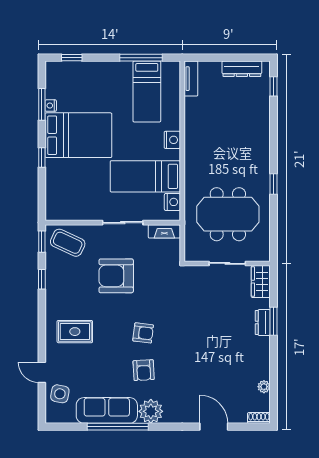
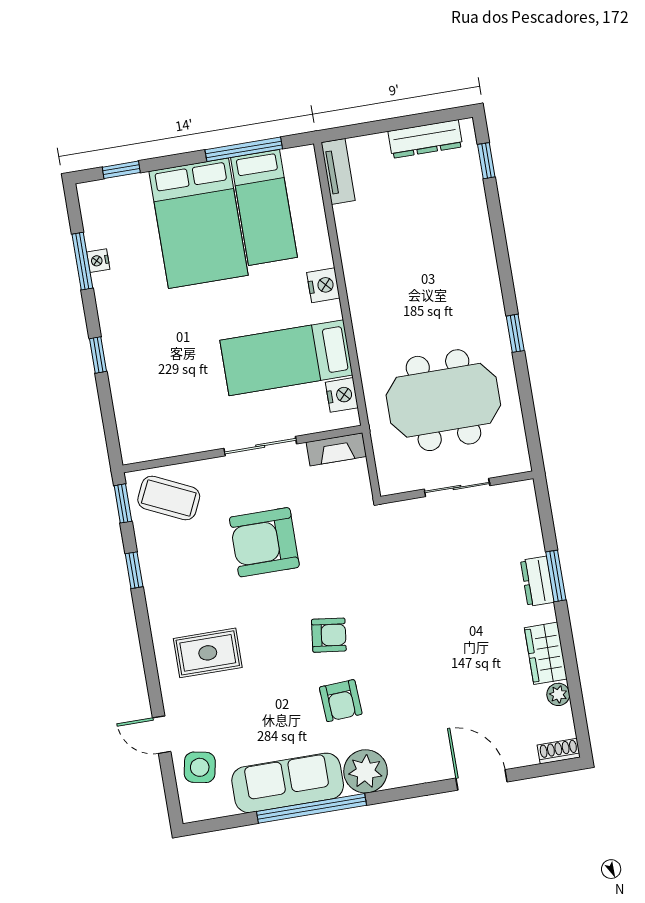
bed: (78, 135) -> (198, 223), moved, turned 90
wardrobe: (261, 282) -> (546, 653), moved

